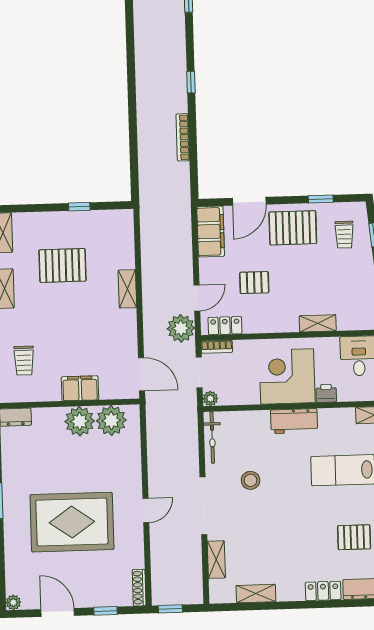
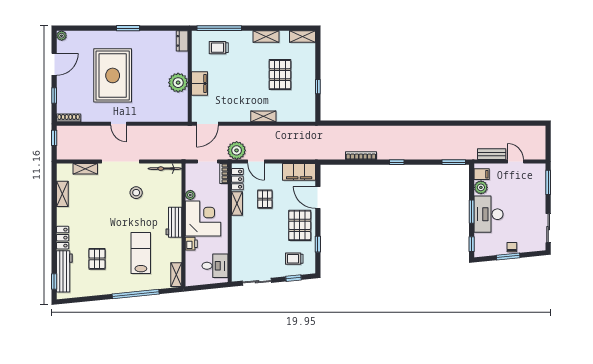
shelving: (318, 323) -> (237, 203), moved
plant: (210, 399) -> (190, 195), moved
plant: (111, 420) -> (178, 103), removed

